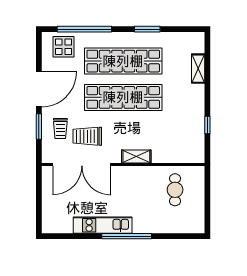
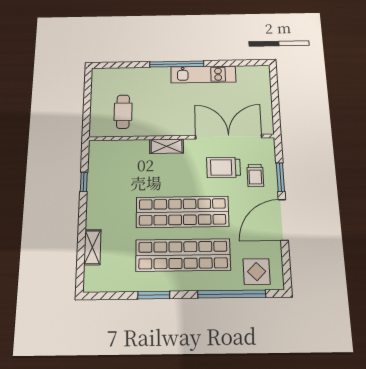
trolley: (60, 129) -> (255, 175), turned 180
trolley: (87, 136) -> (224, 167), turned 180

